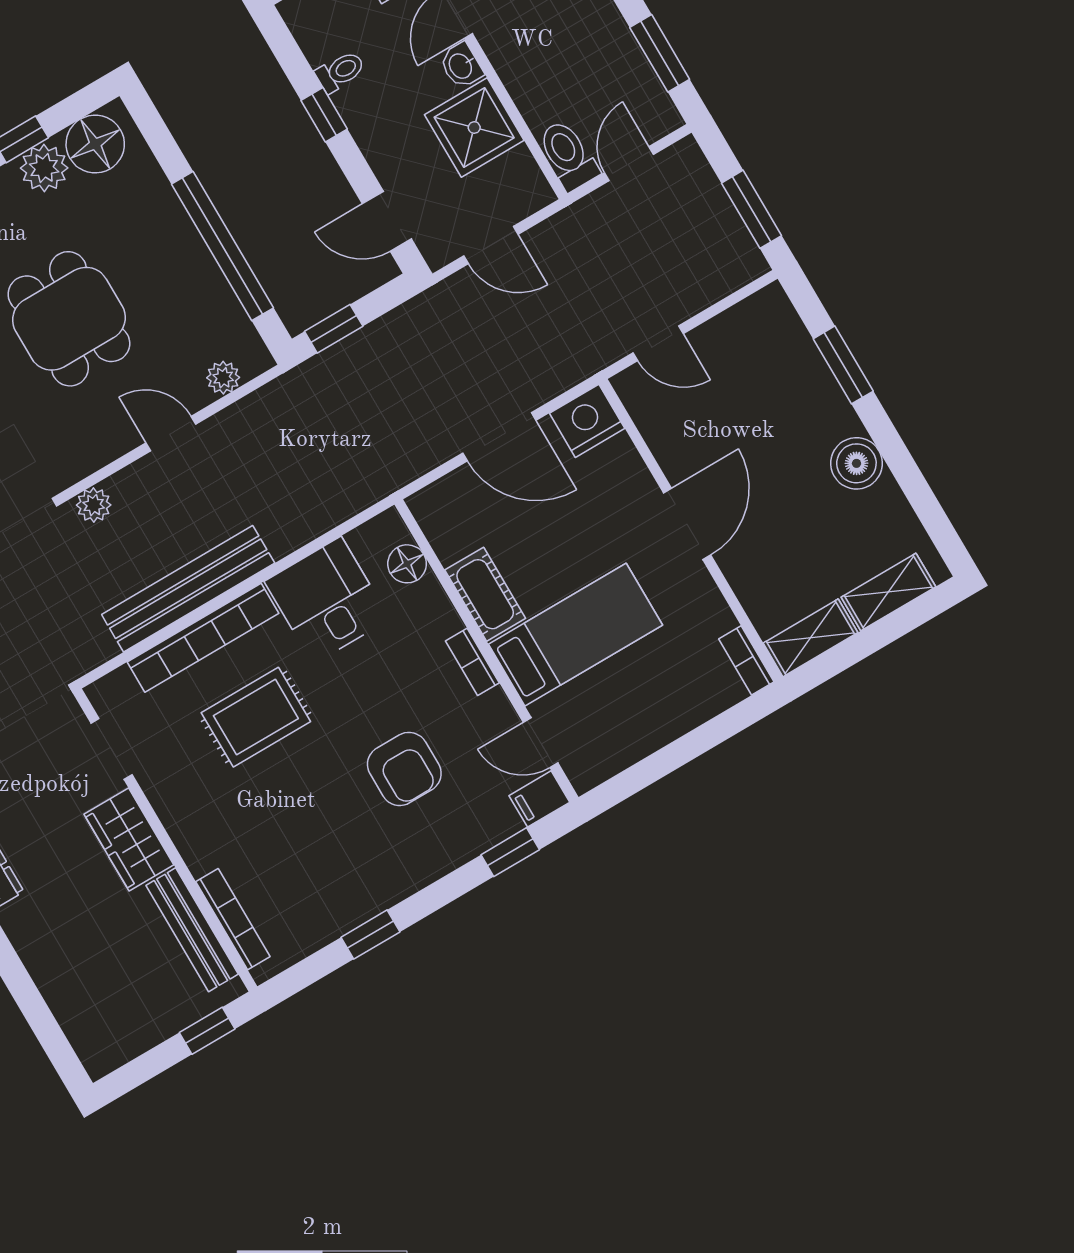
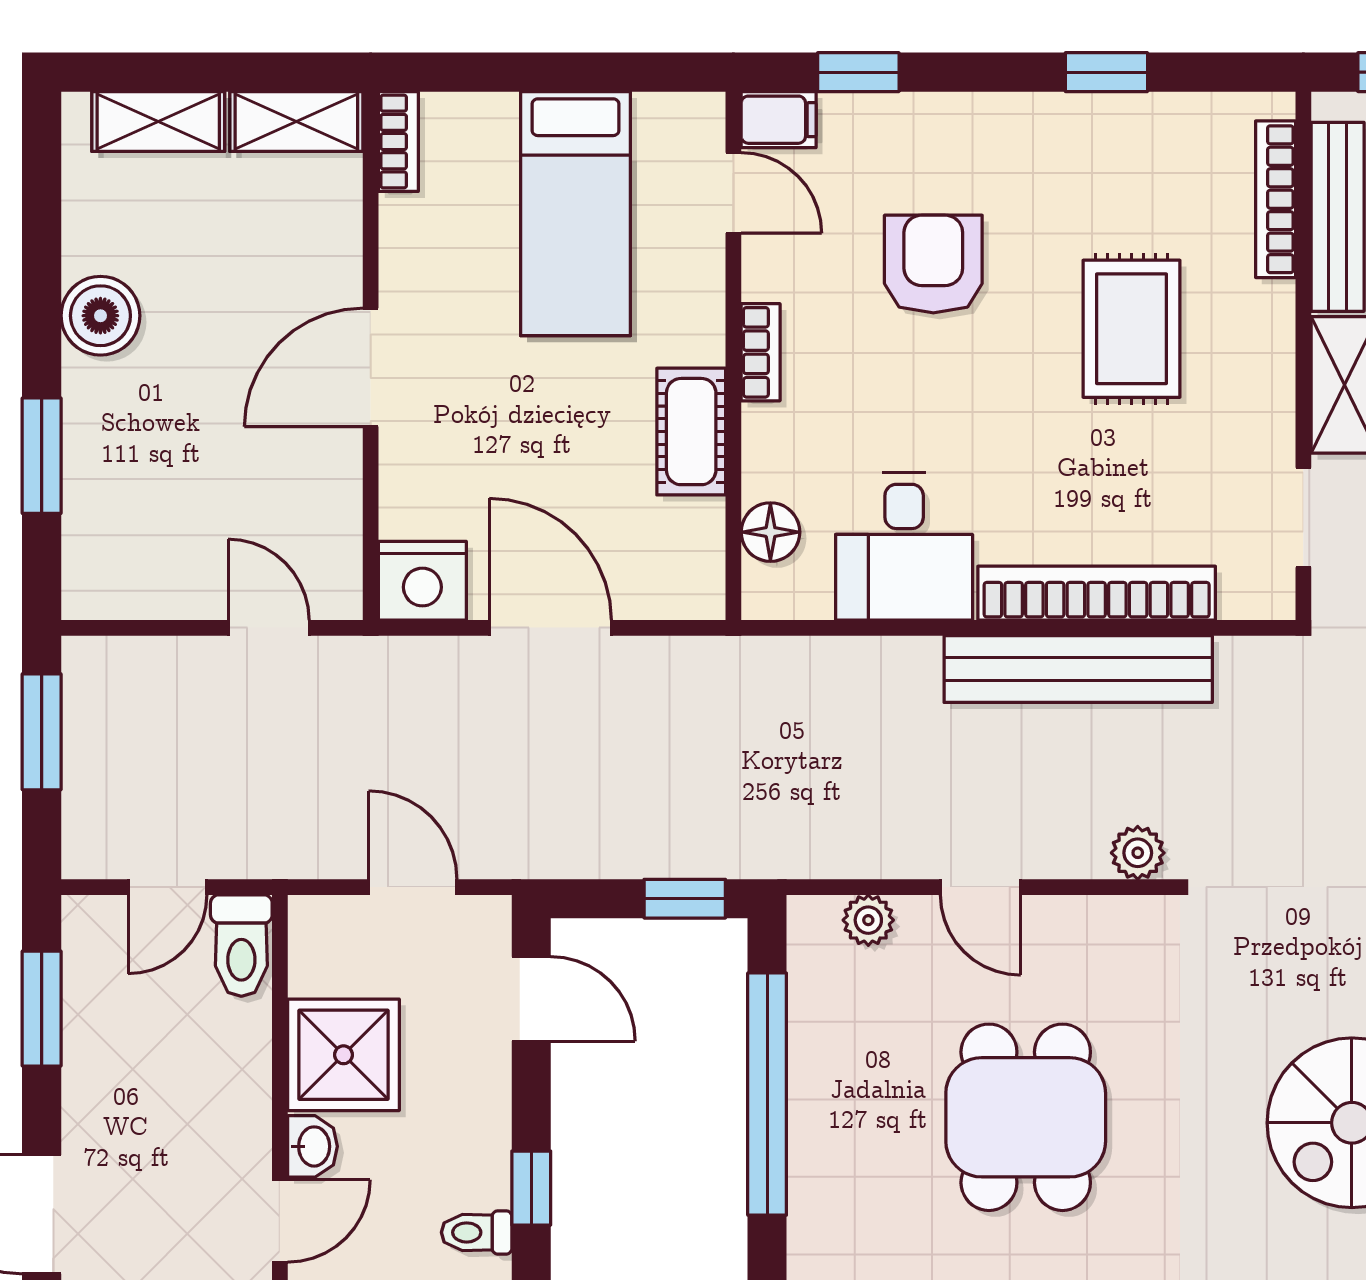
bed: (575, 635) -> (575, 214), moved, turned -90
rug: (256, 717) -> (1132, 329), moved, turned 90

